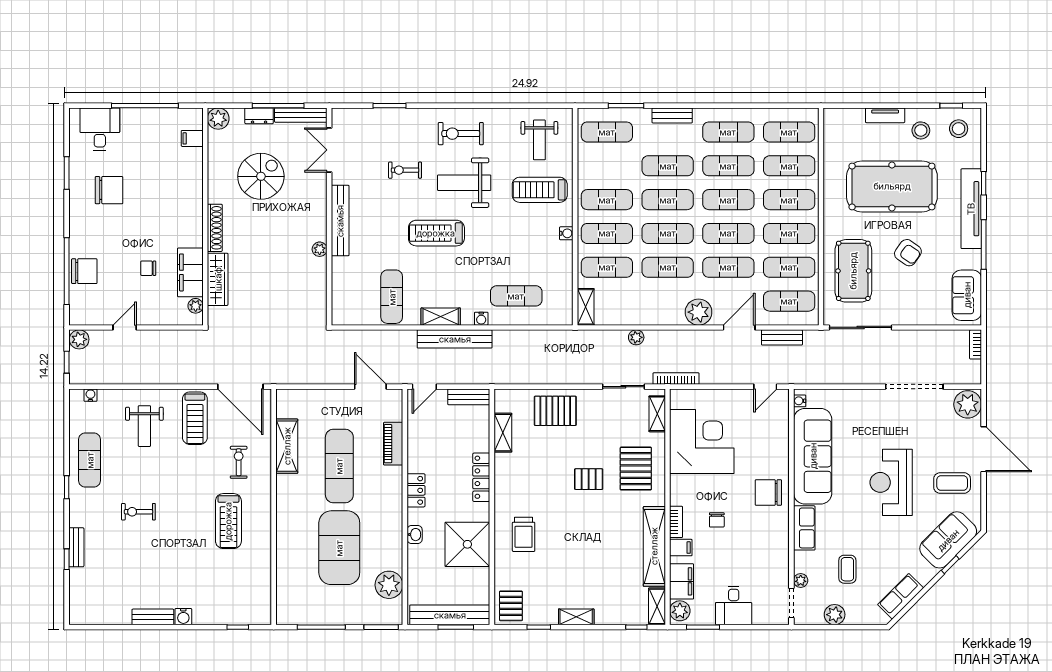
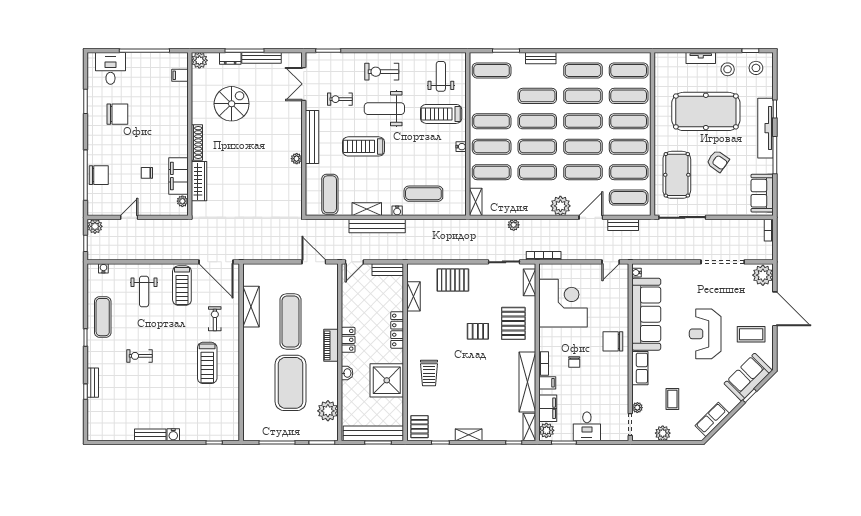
weight bench: (539, 140) -> (441, 76), turned 180
double door: (329, 150) -> (304, 84), moved
wall: (329, 217) -> (304, 134), moved
bench: (340, 221) -> (312, 137), moved
plant: (320, 249) -> (297, 159), moved
piano: (393, 444) -> (331, 345), moved

